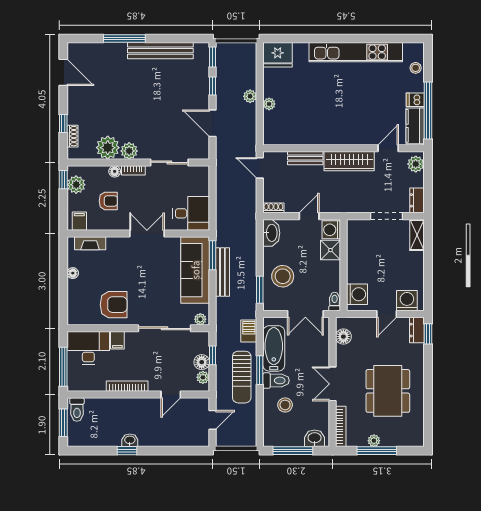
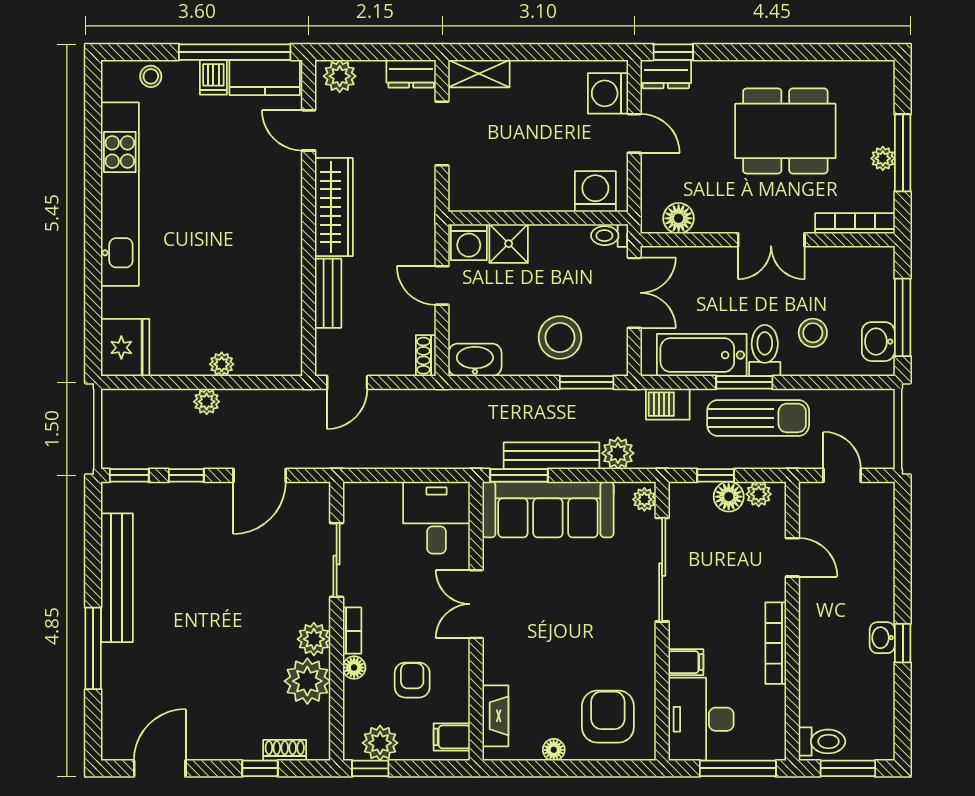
armchair: (114, 305) -> (608, 717), moved
plant: (224, 306) -> (618, 453), added
washbasin: (315, 438) -> (878, 342), moved

